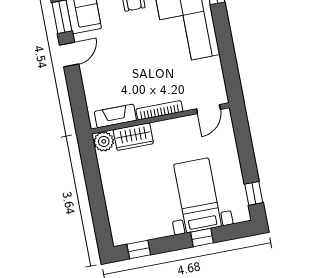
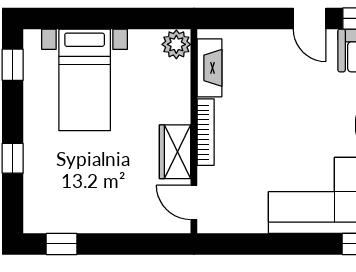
wardrobe: (133, 137) -> (175, 152), moved
bed with nightstands: (198, 195) -> (85, 80), moved, turned 90

